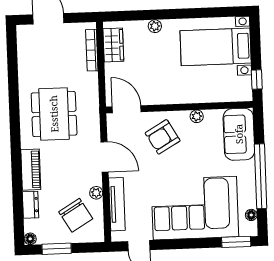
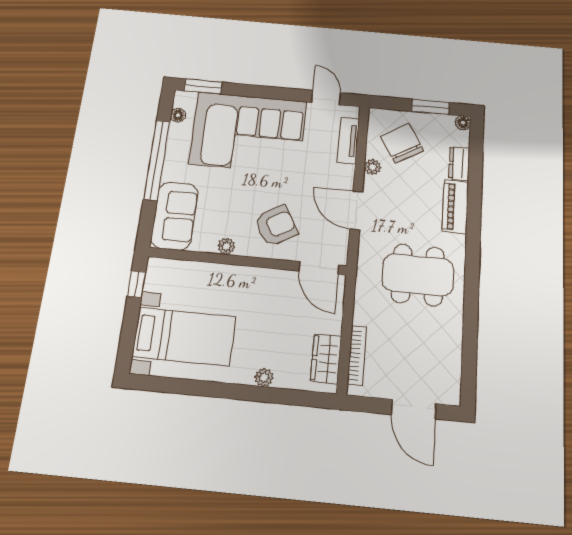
dining table: (54, 114) -> (418, 275), turned 90
tv unit: (117, 204) -> (348, 141), width x0.71

